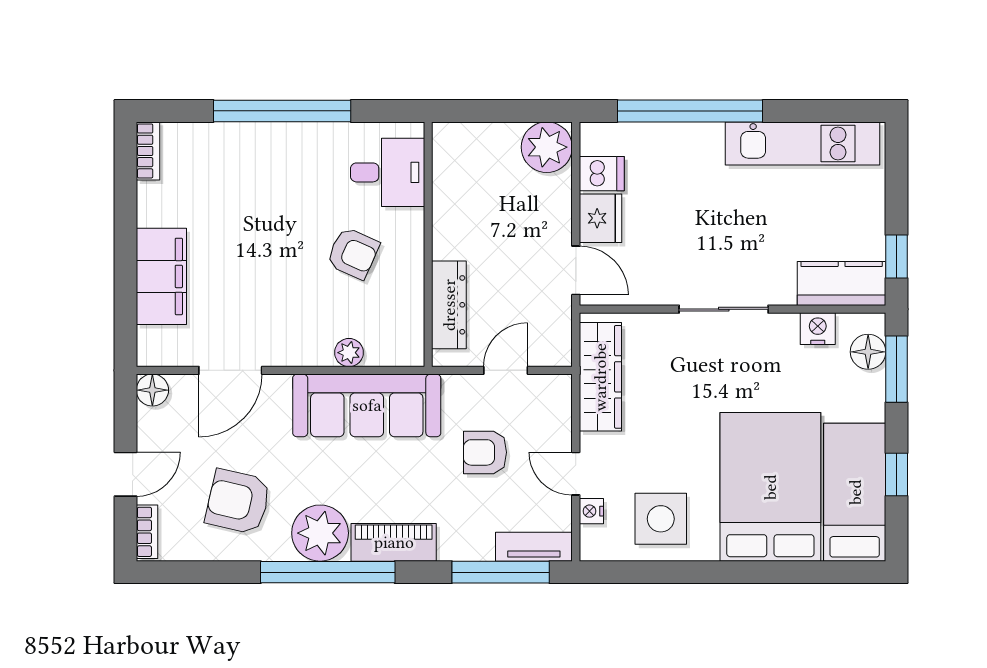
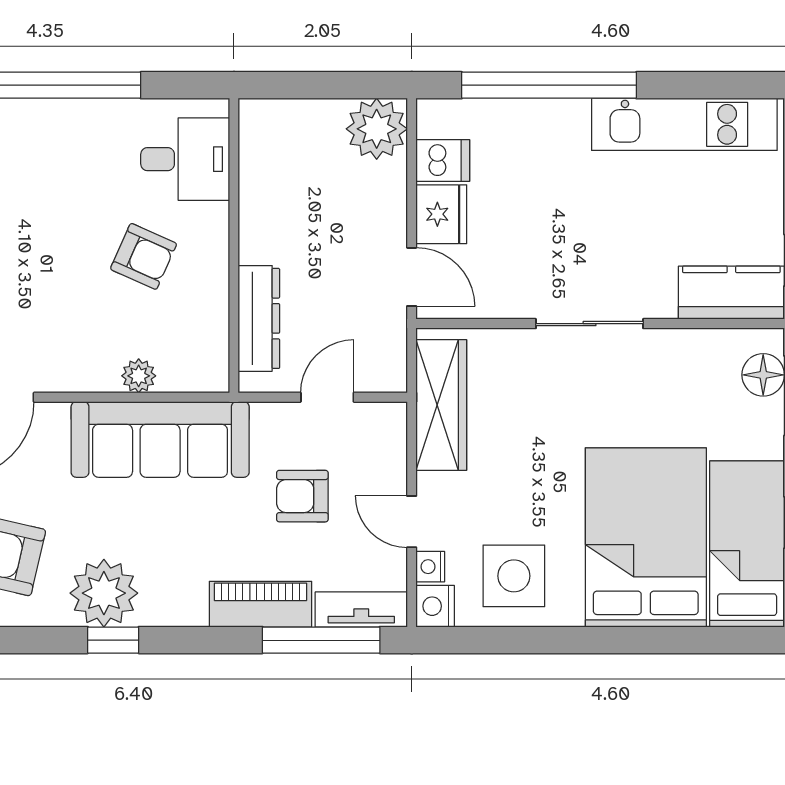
nightstand: (818, 329) -> (435, 606), moved, turned -90
piano: (394, 542) -> (261, 604), moved
window: (328, 572) -> (113, 640), width x0.32

